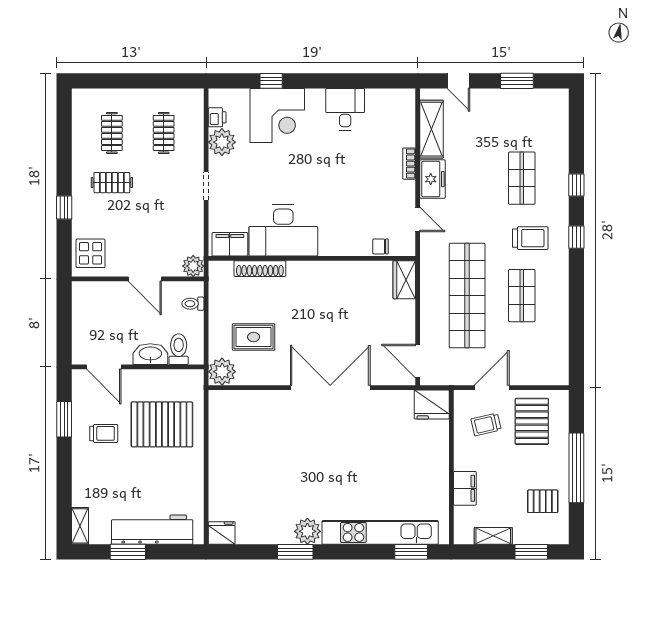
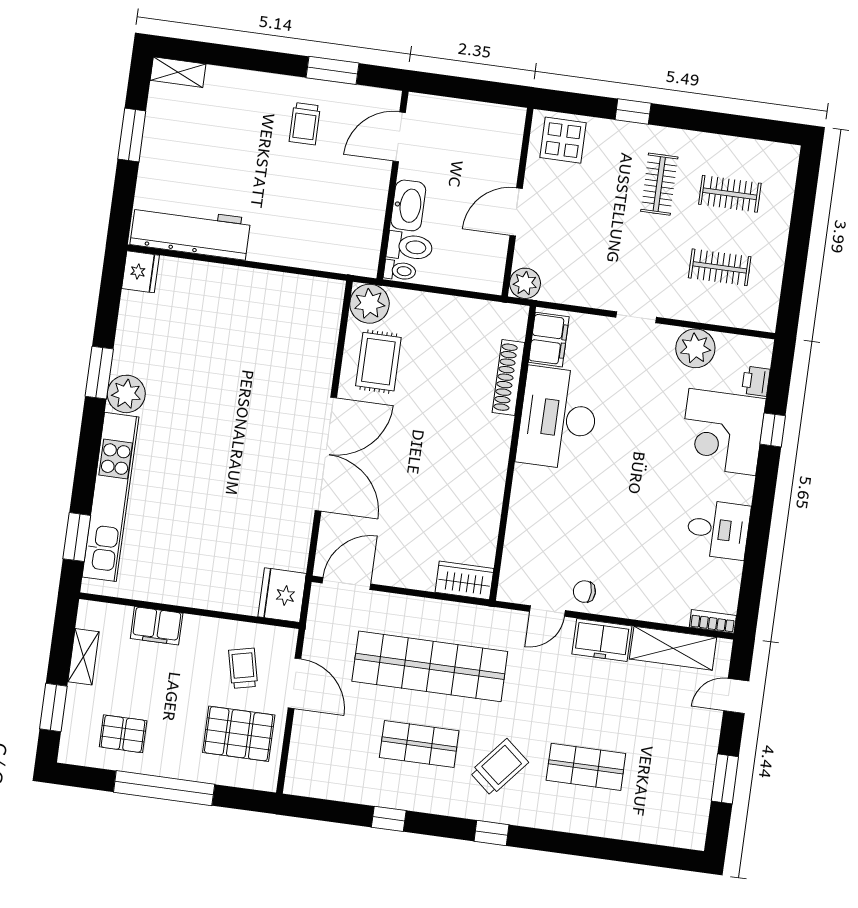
printer: (217, 117) -> (756, 381), moved, turned 90
bookcase: (409, 164) -> (713, 621), moved
window: (576, 185) -> (389, 819), moved
trolley: (530, 238) -> (499, 767), turned -140
chair: (381, 246) -> (584, 592), moved, turned -90
toilet: (193, 304) -> (400, 271), moved, turned 90
rug: (254, 337) -> (378, 362), moved
pallet: (162, 424) -> (306, 208), removed
pallet: (543, 501) -> (123, 734), turned 90
workbench: (152, 530) -> (190, 232), moved, turned -90

